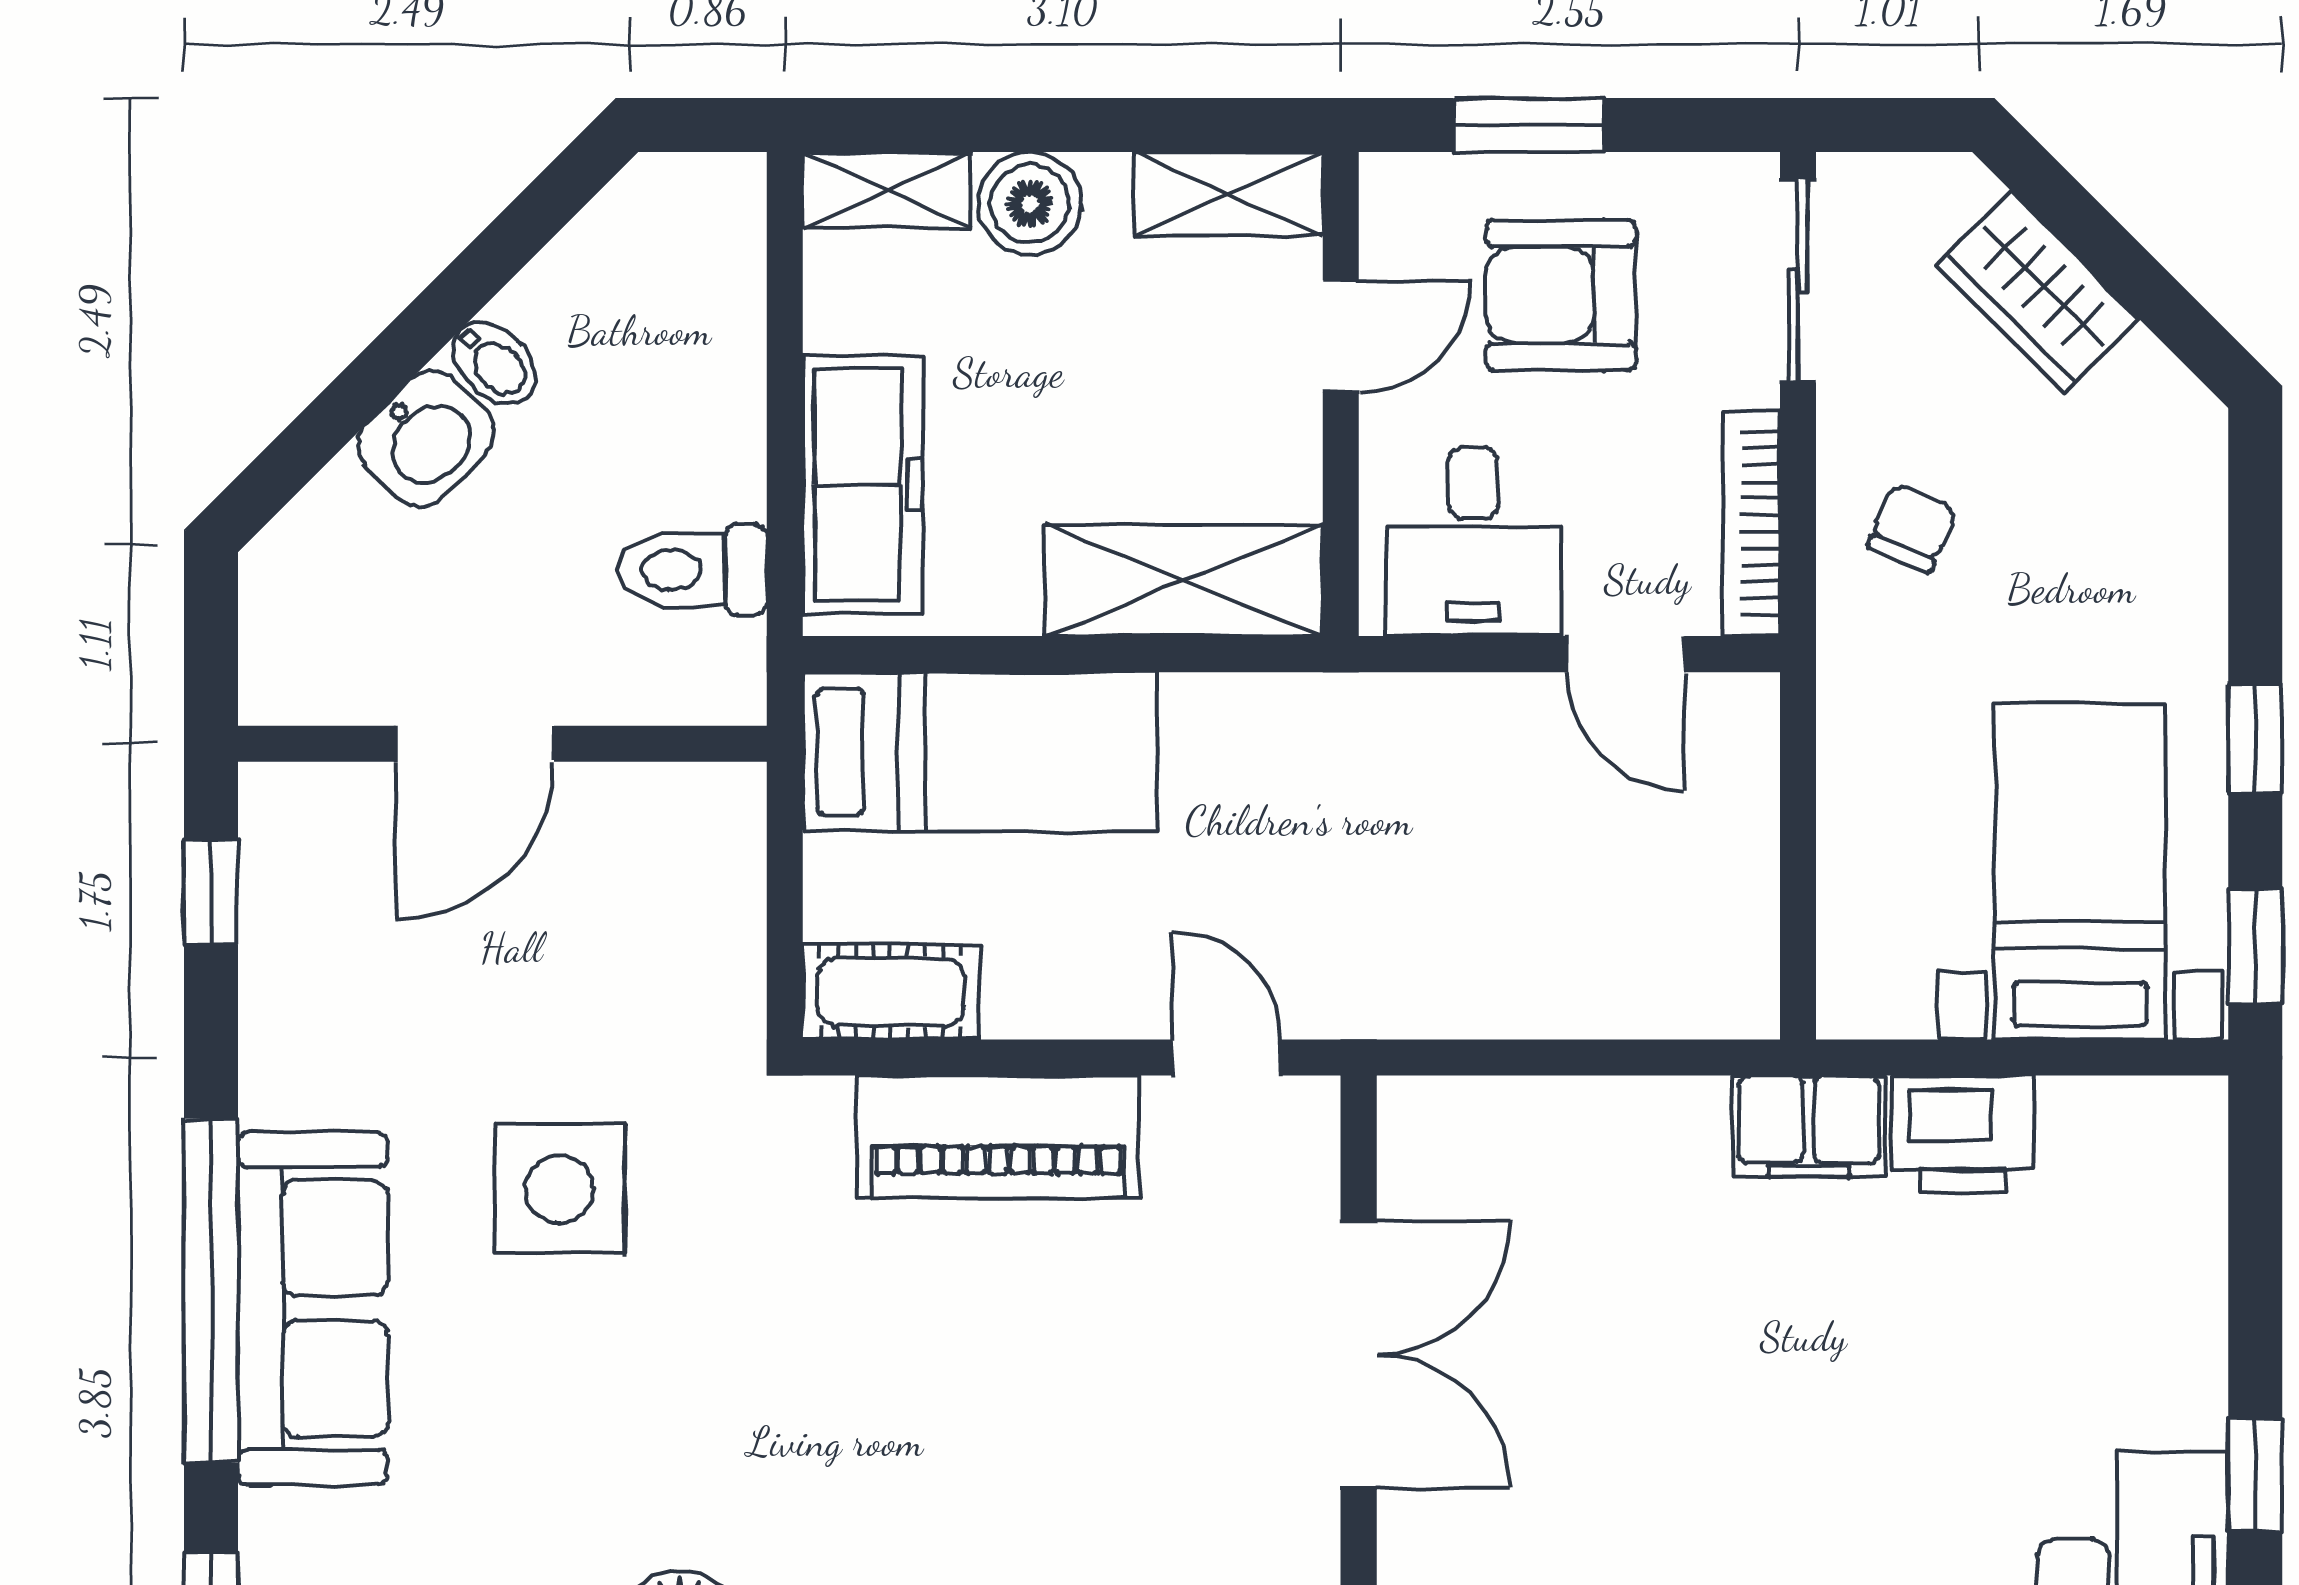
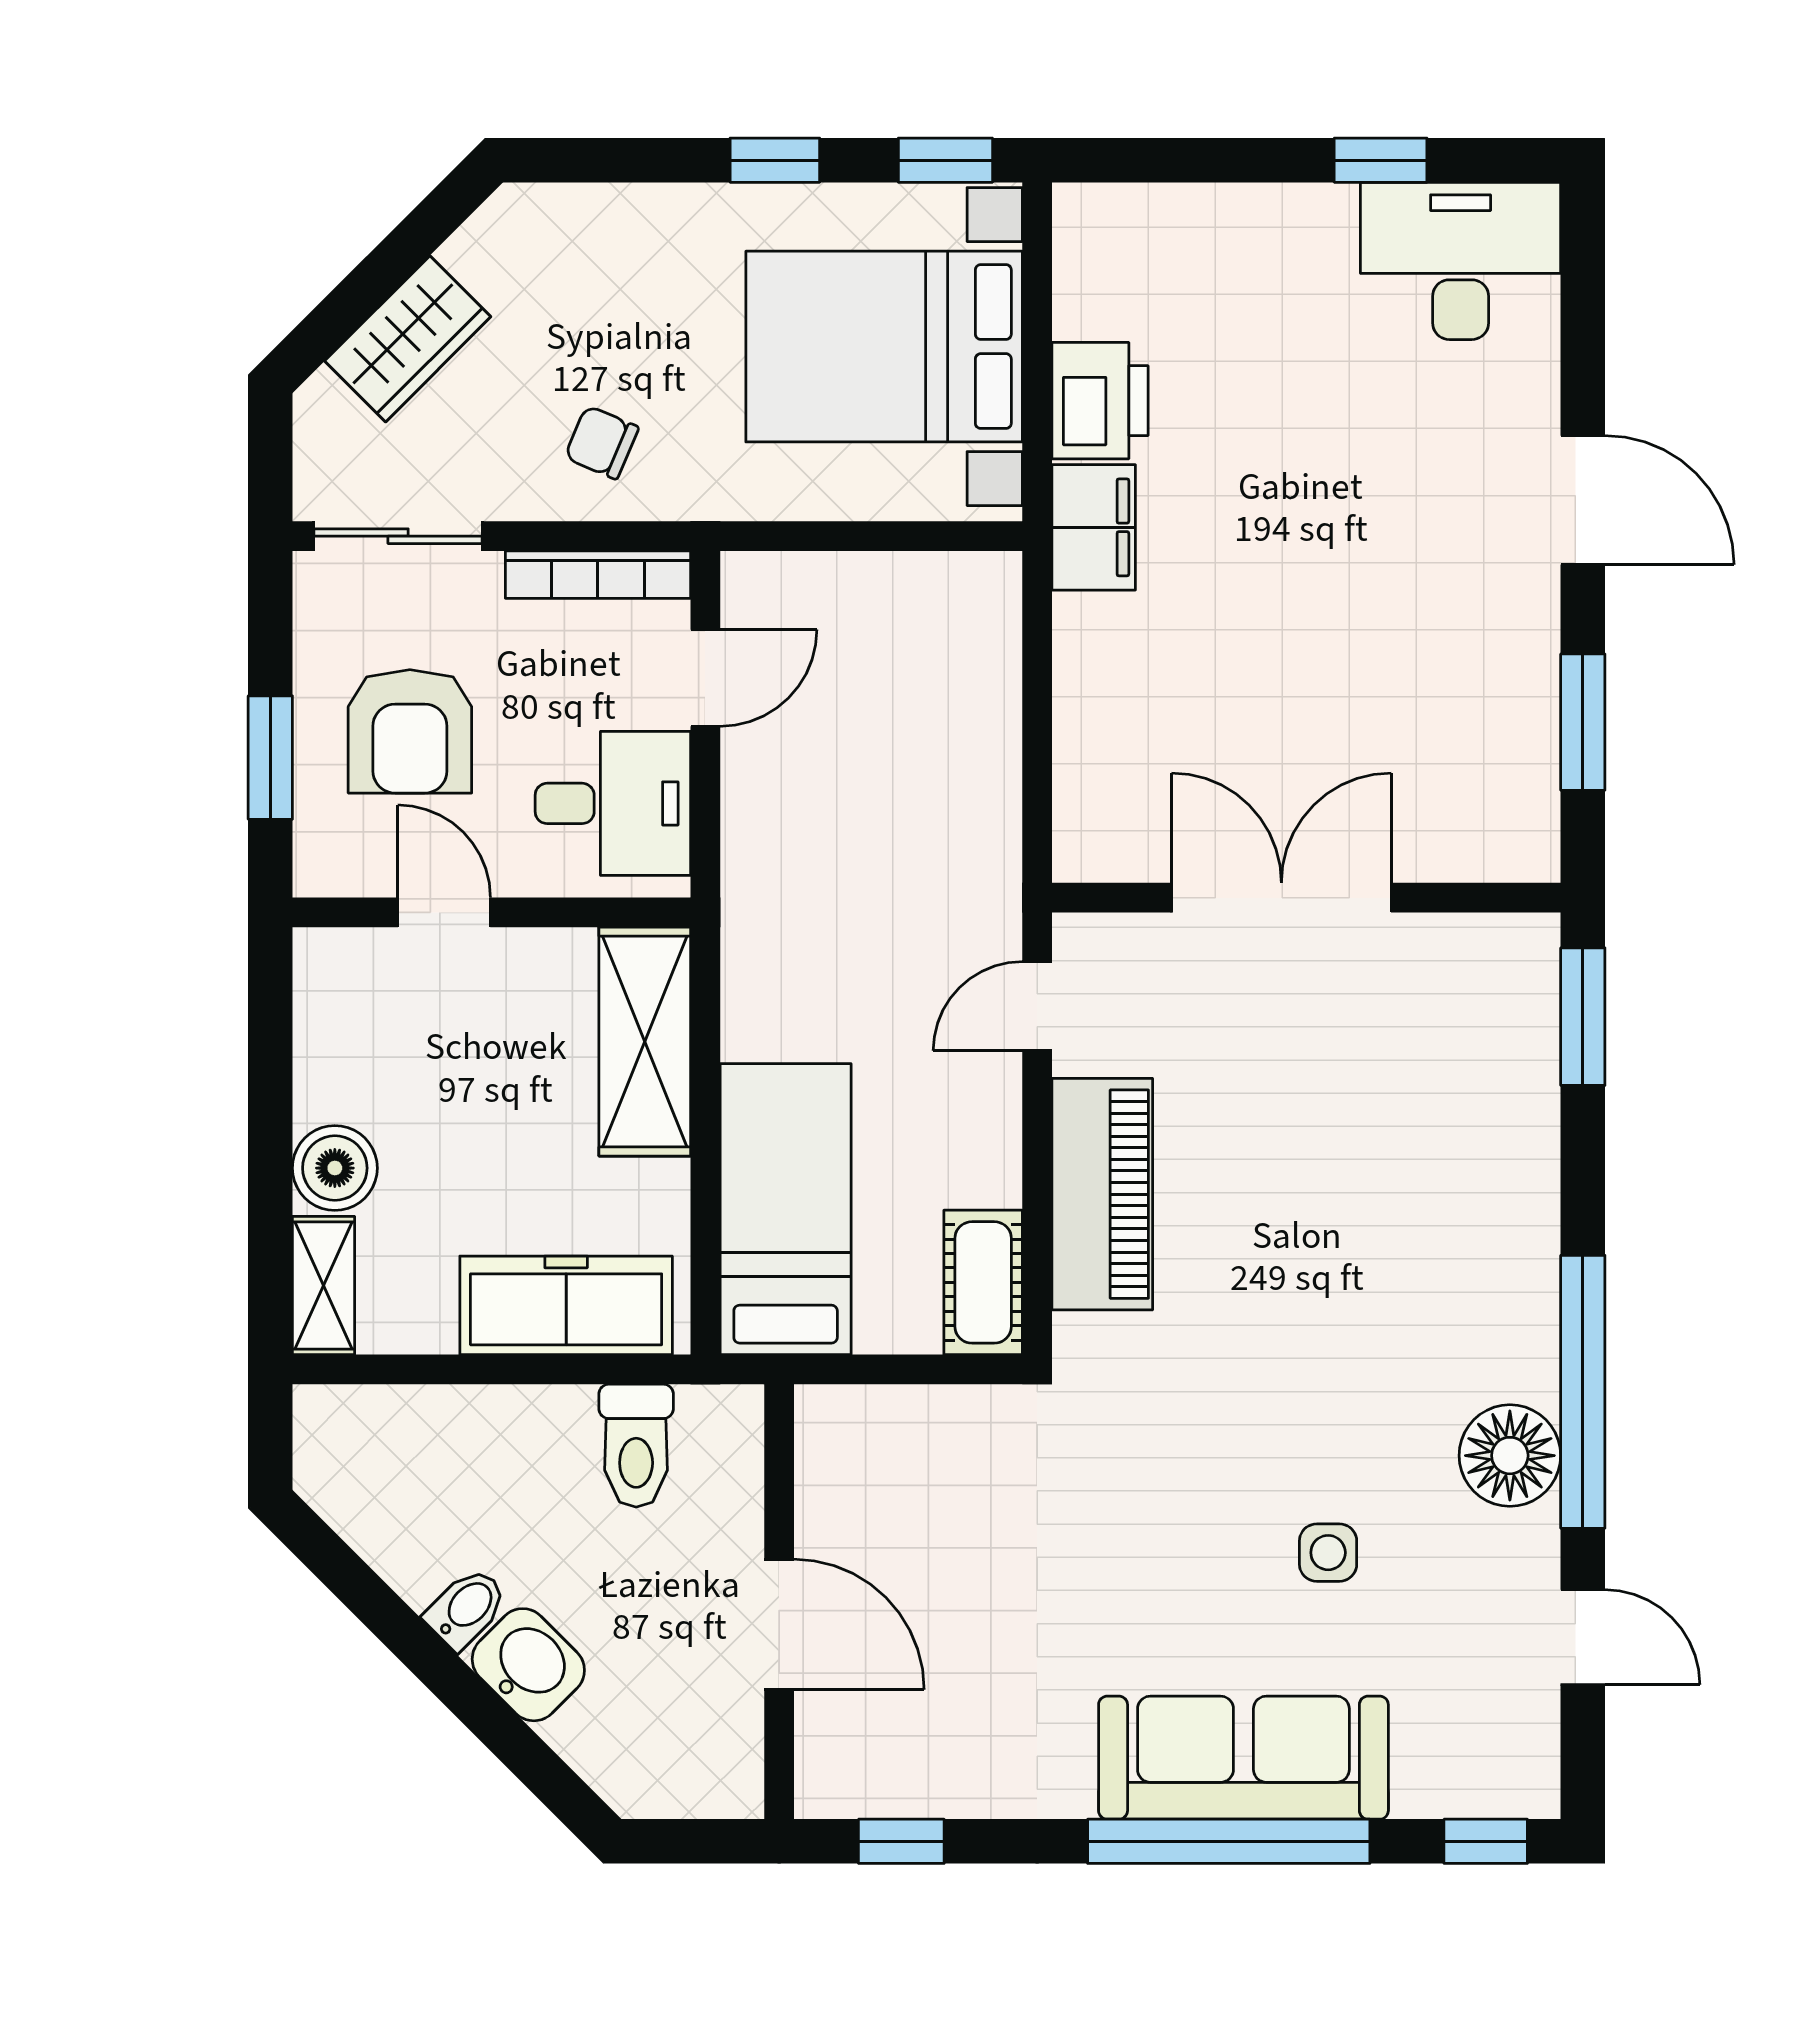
shelving: (1229, 194) -> (327, 1004), removed
bed with nightstands: (2080, 871) -> (884, 347), width x1.36
side table: (559, 1189) -> (1328, 1553), moved, width x0.54, depth x0.54

